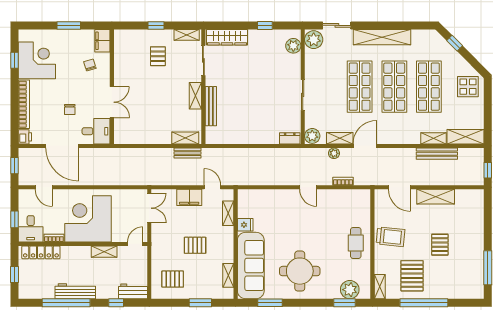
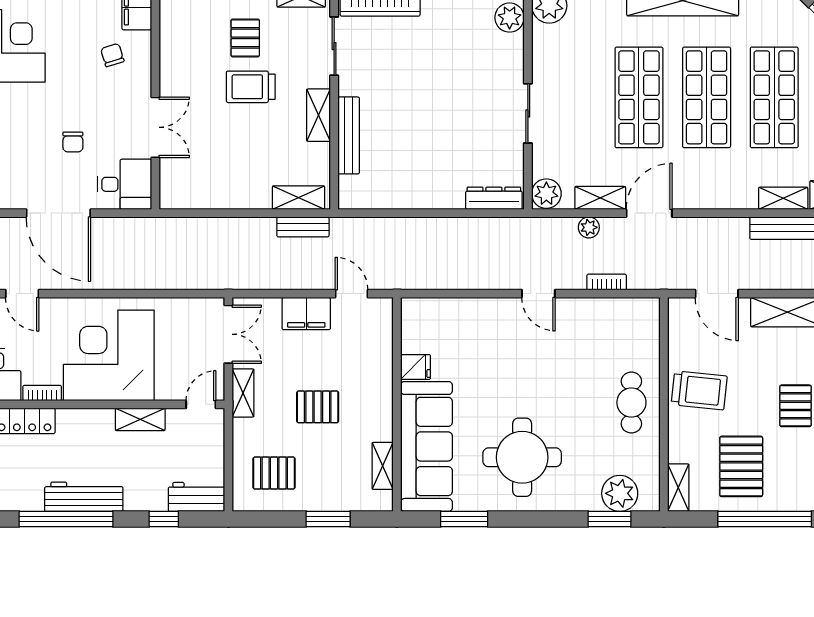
trolley: (161, 81) -> (251, 87), added
dresser: (290, 138) -> (494, 198), width x1.44
shelving: (228, 213) -> (243, 393), moved

